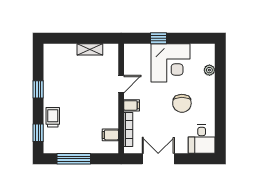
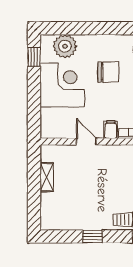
window: (158, 38) -> (34, 57), moved
plant: (209, 70) -> (65, 46), width x1.87, depth x1.87

